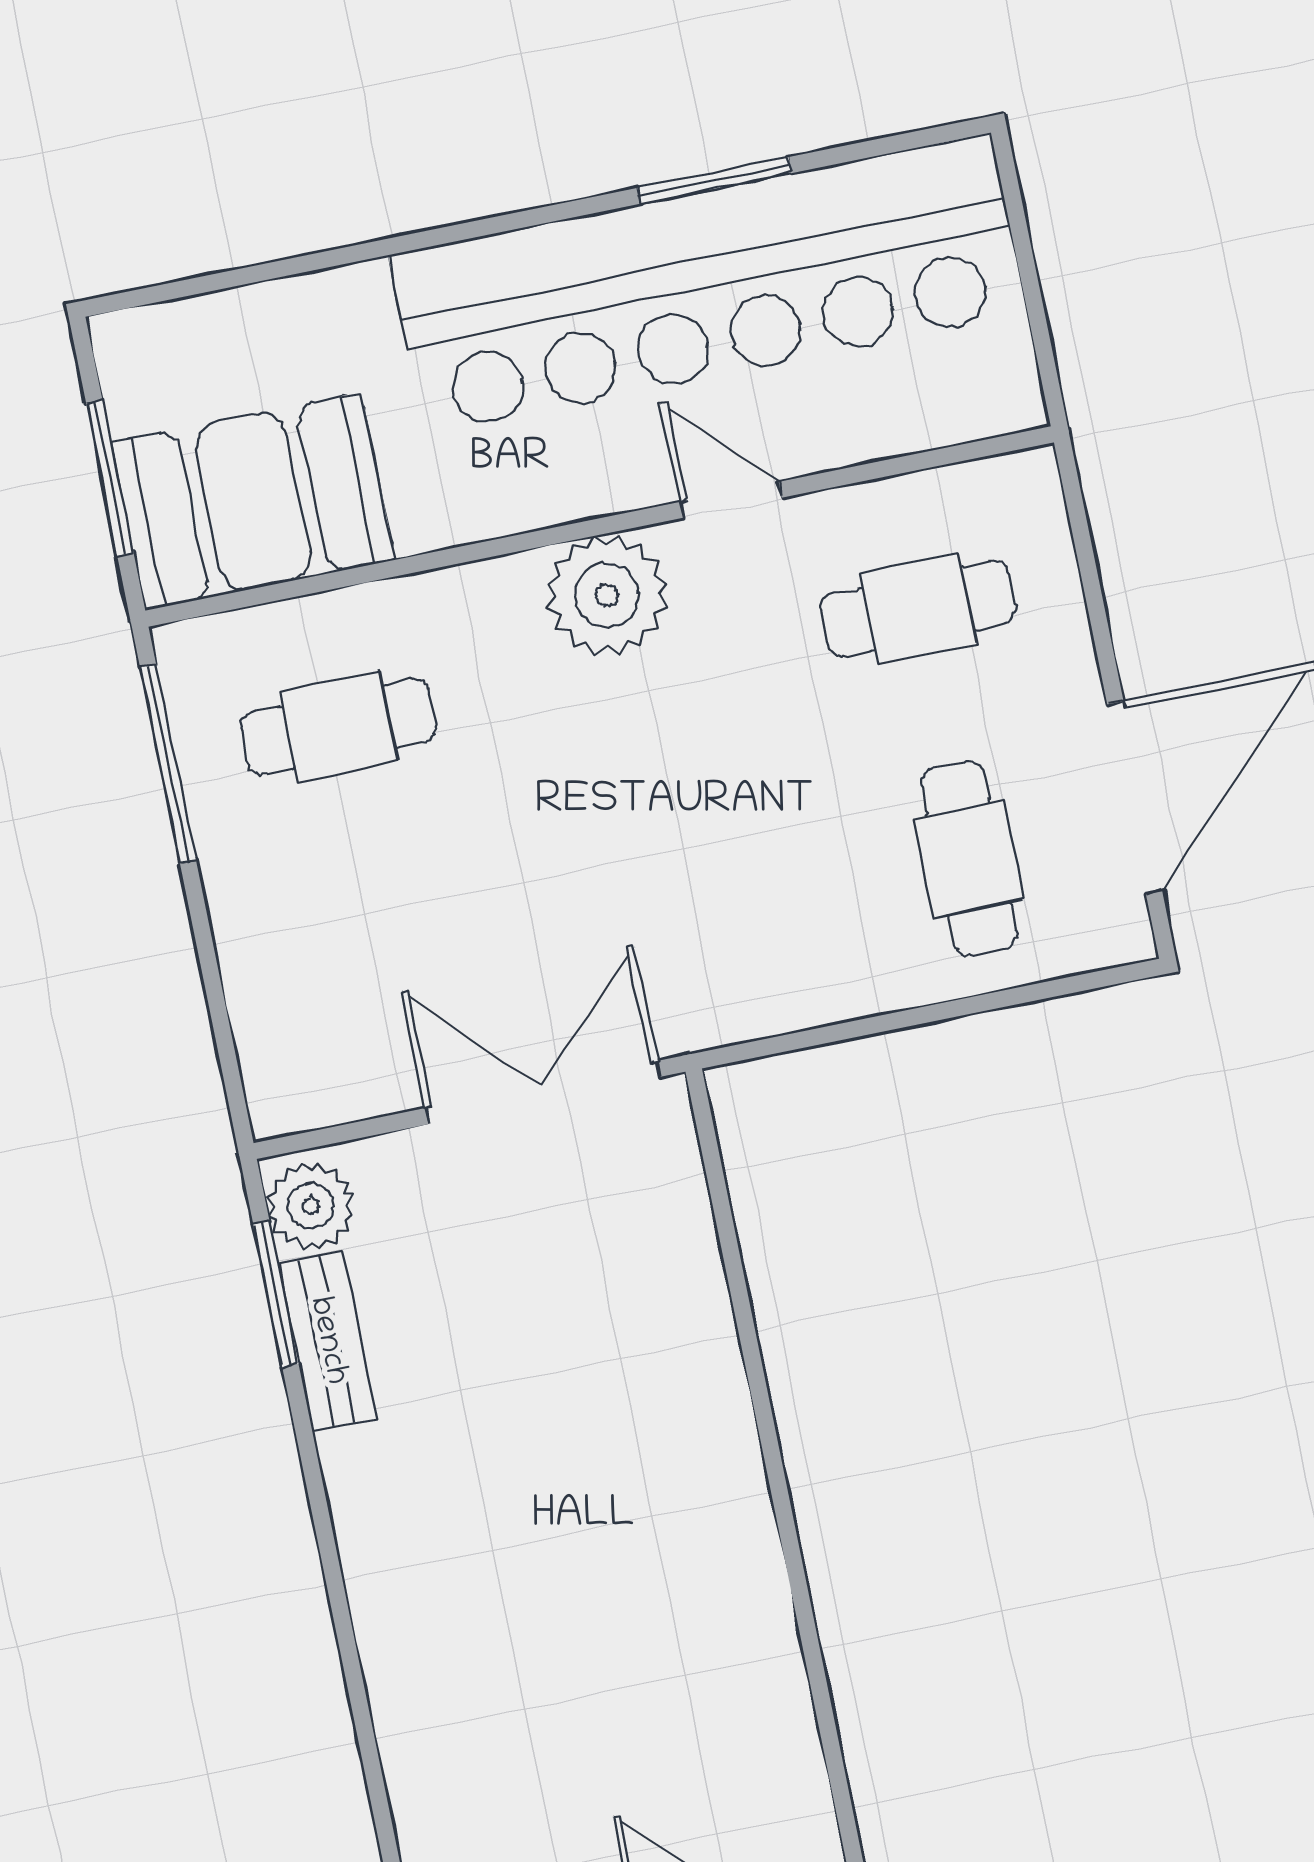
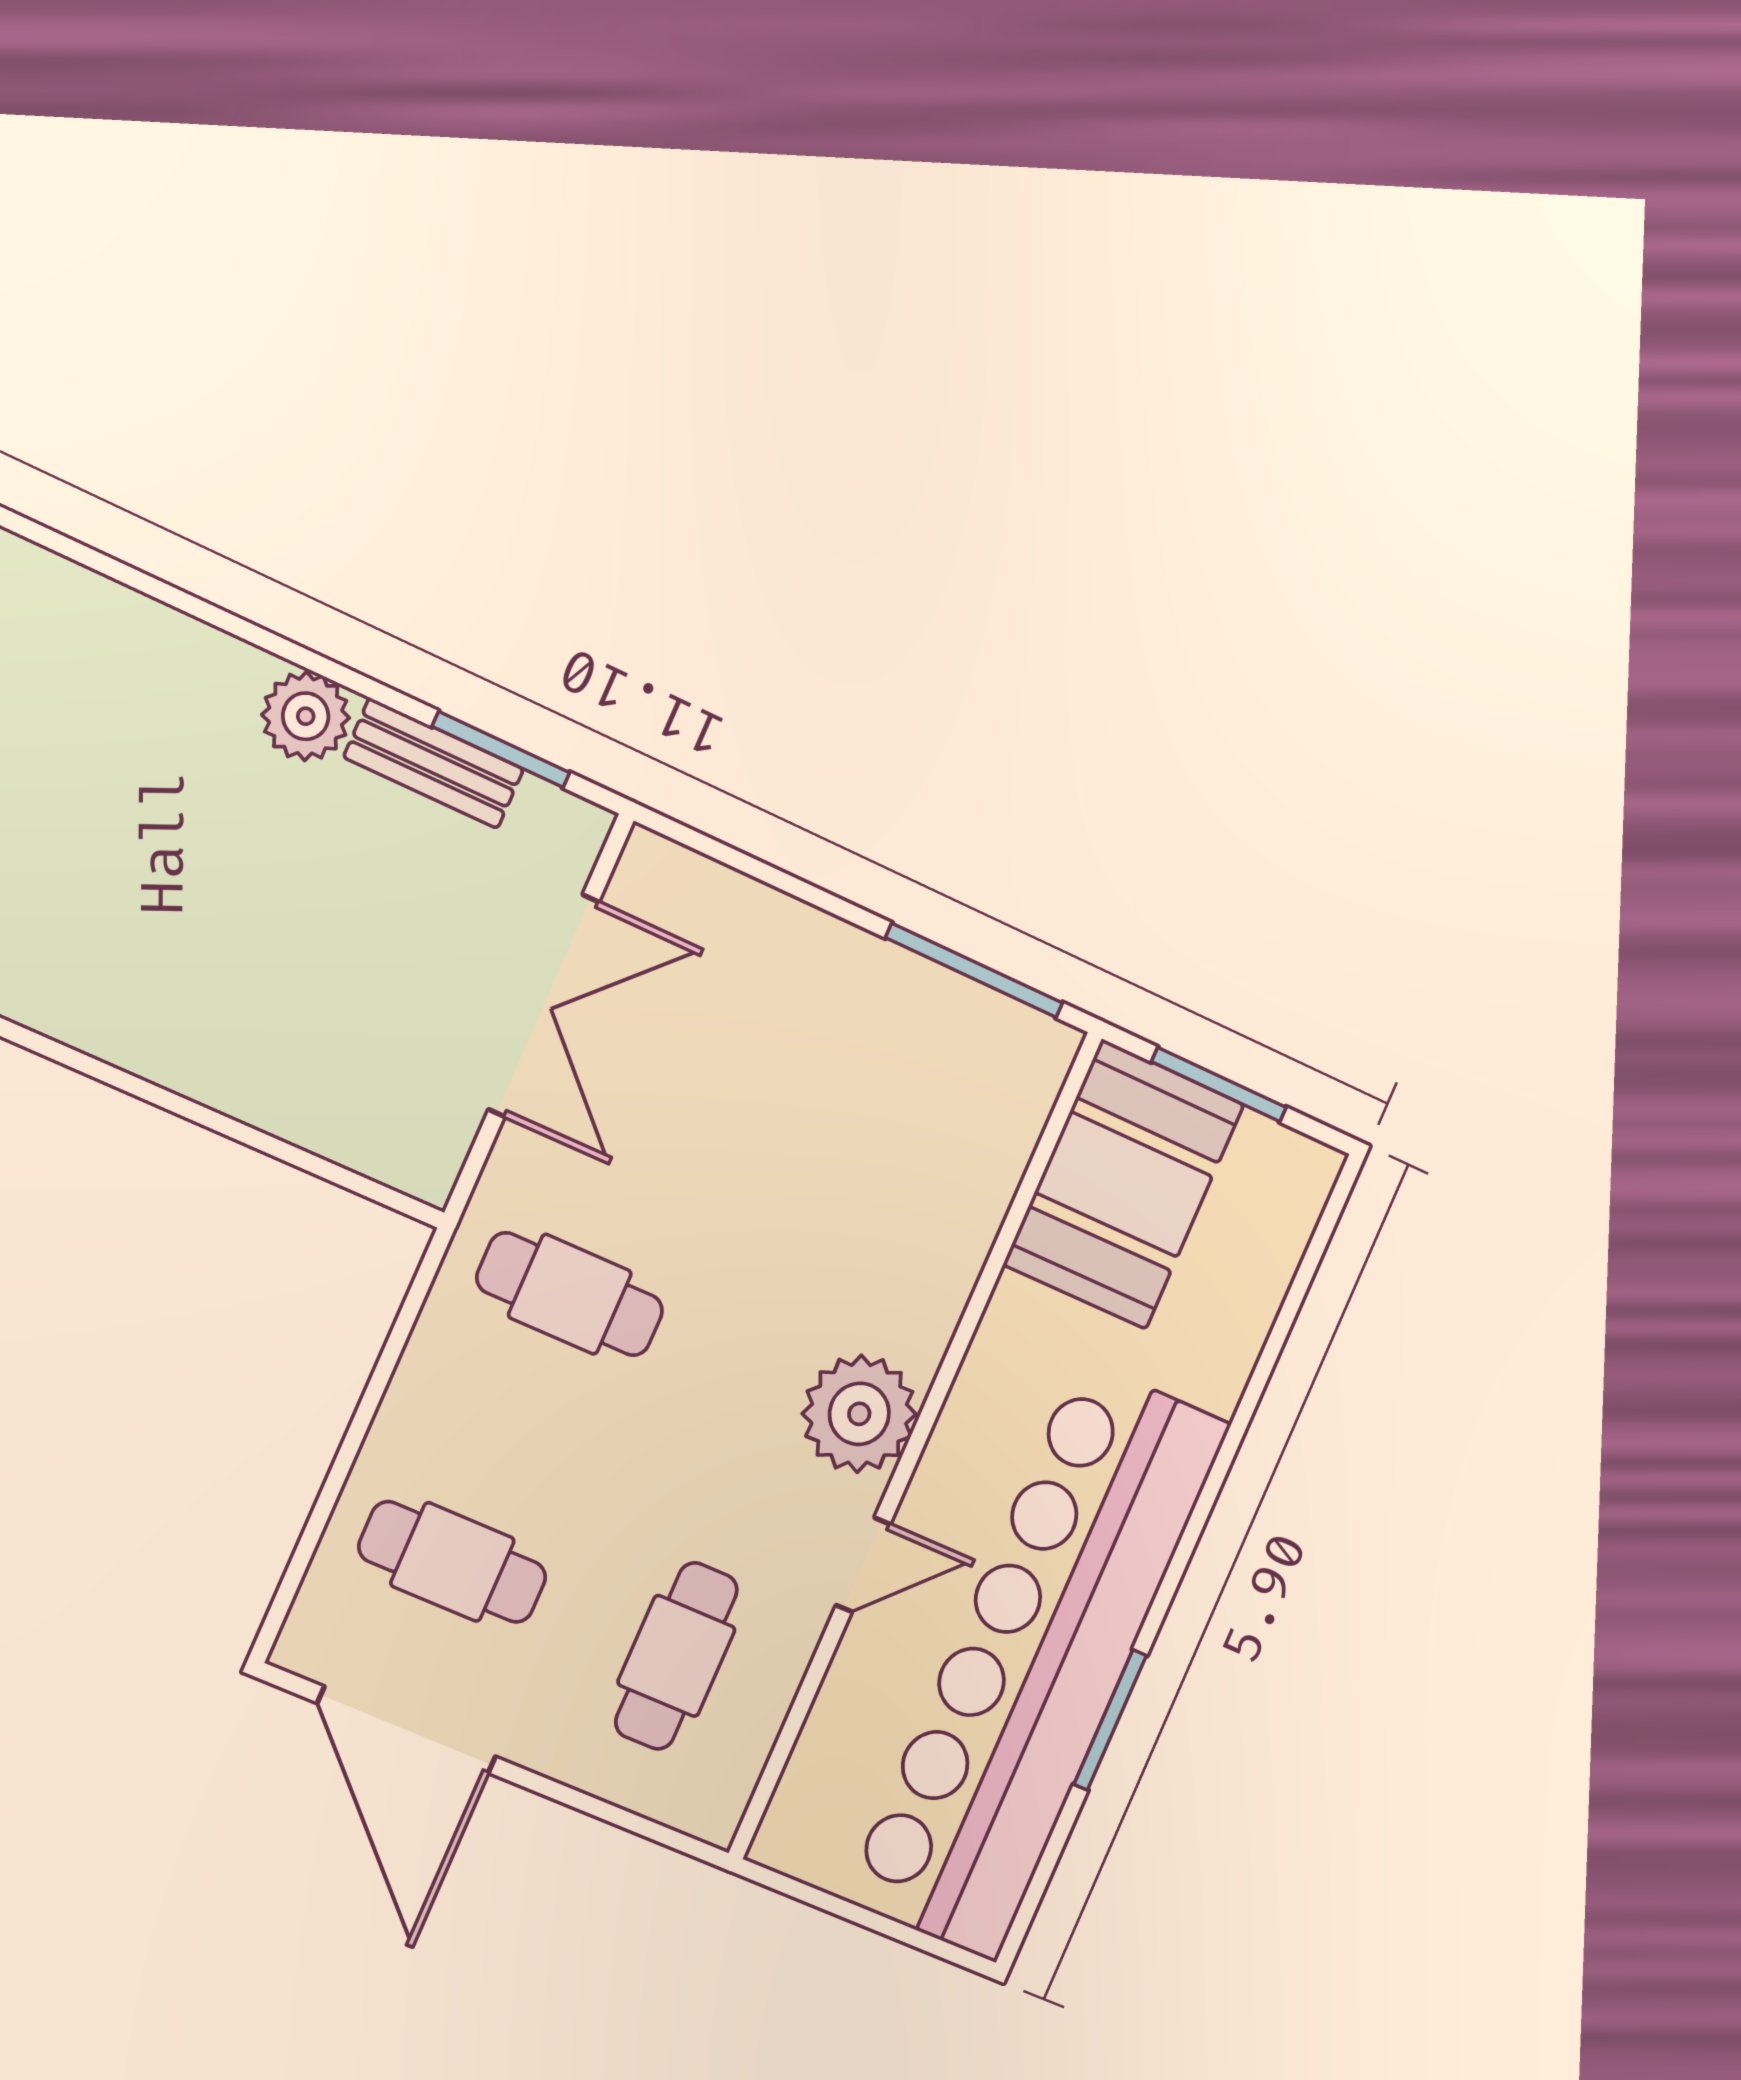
cafe table: (339, 727) -> (570, 1294), moved, turned 90
double door: (543, 1092) -> (544, 1006), moved
plant: (311, 1206) -> (306, 716), moved

